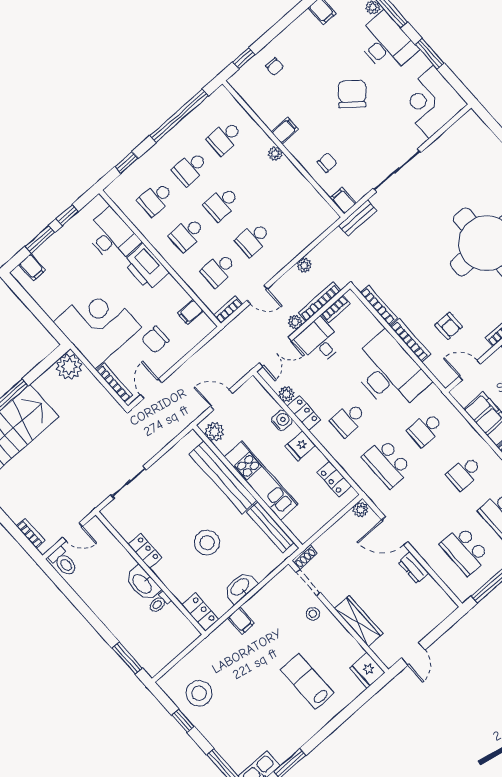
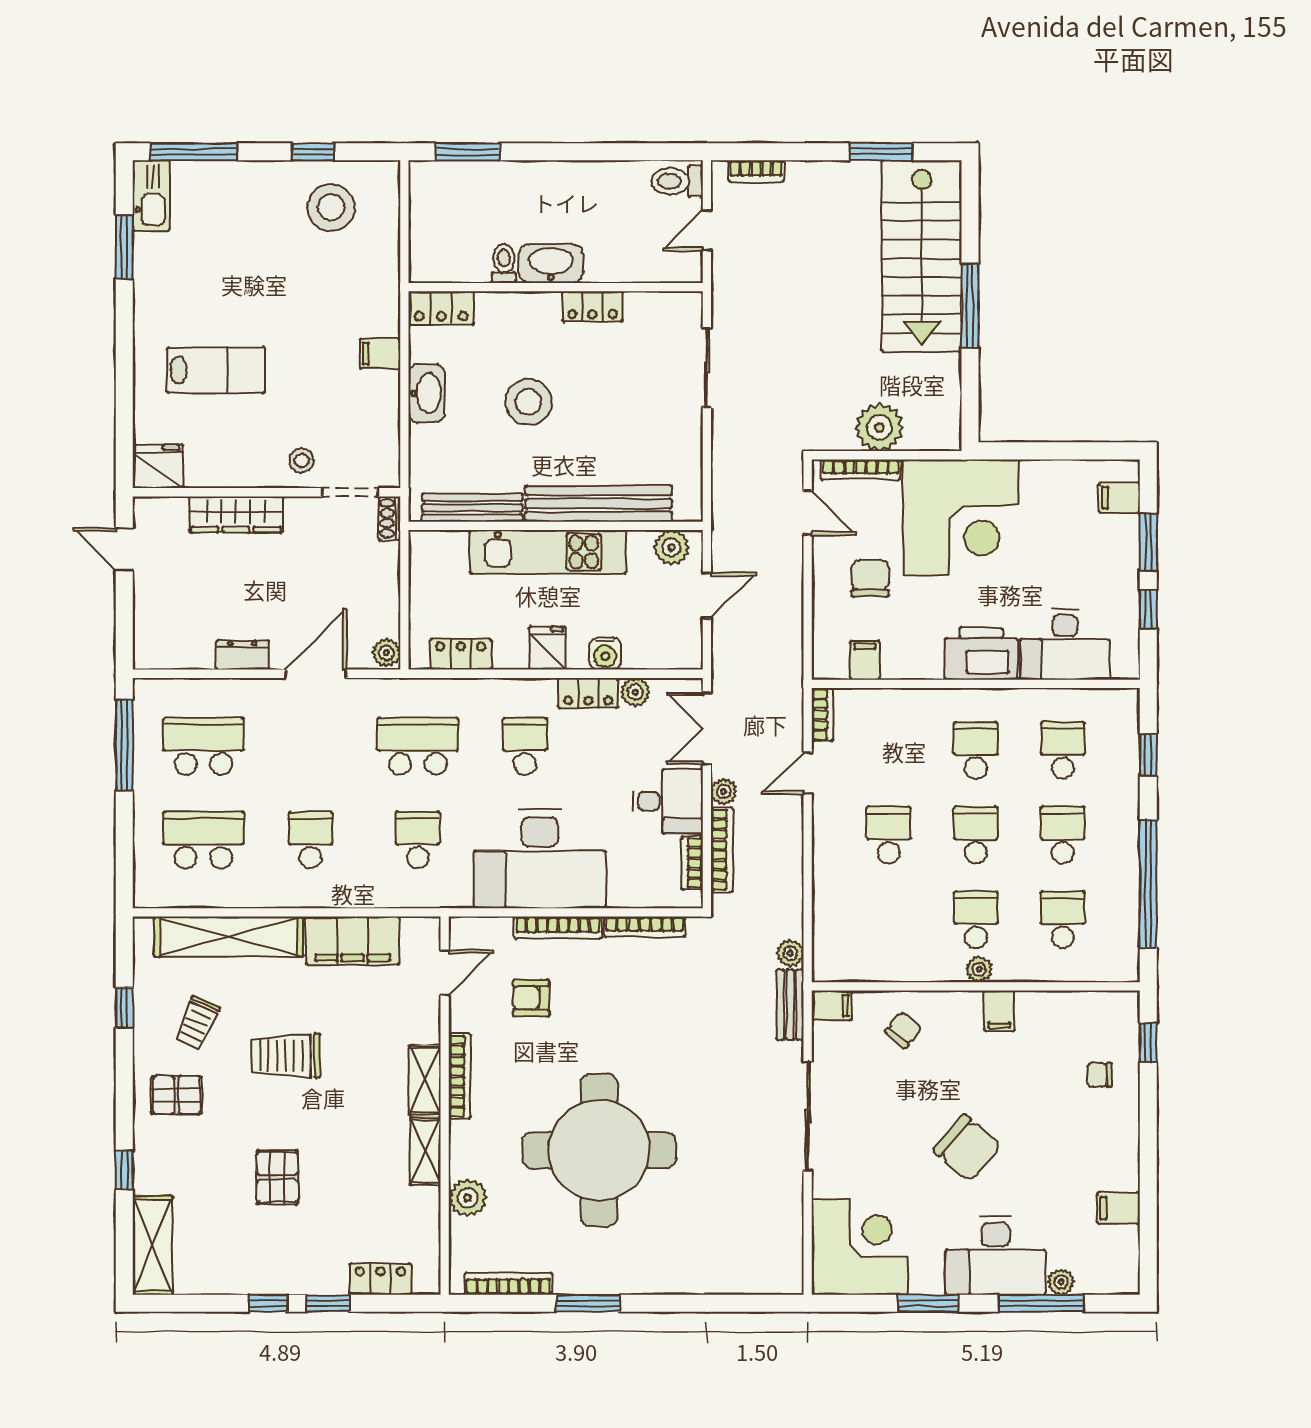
chair: (327, 163) -> (903, 1030), turned -140
plant: (304, 265) -> (790, 953), moved
school desk: (219, 270) -> (976, 920), moved
plant: (69, 367) -> (879, 427), moved

